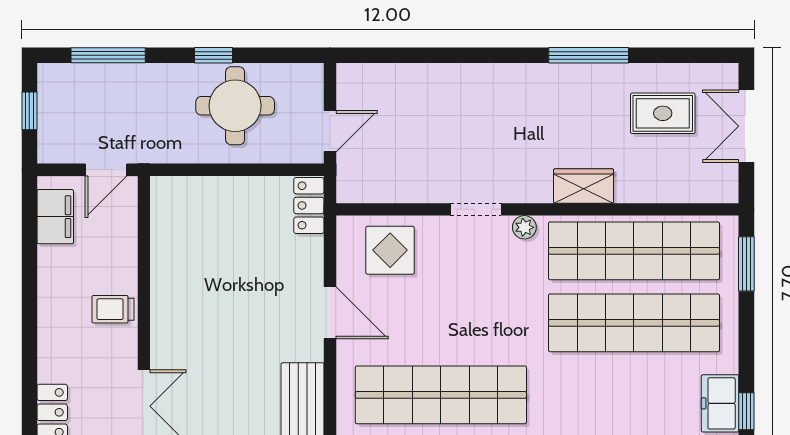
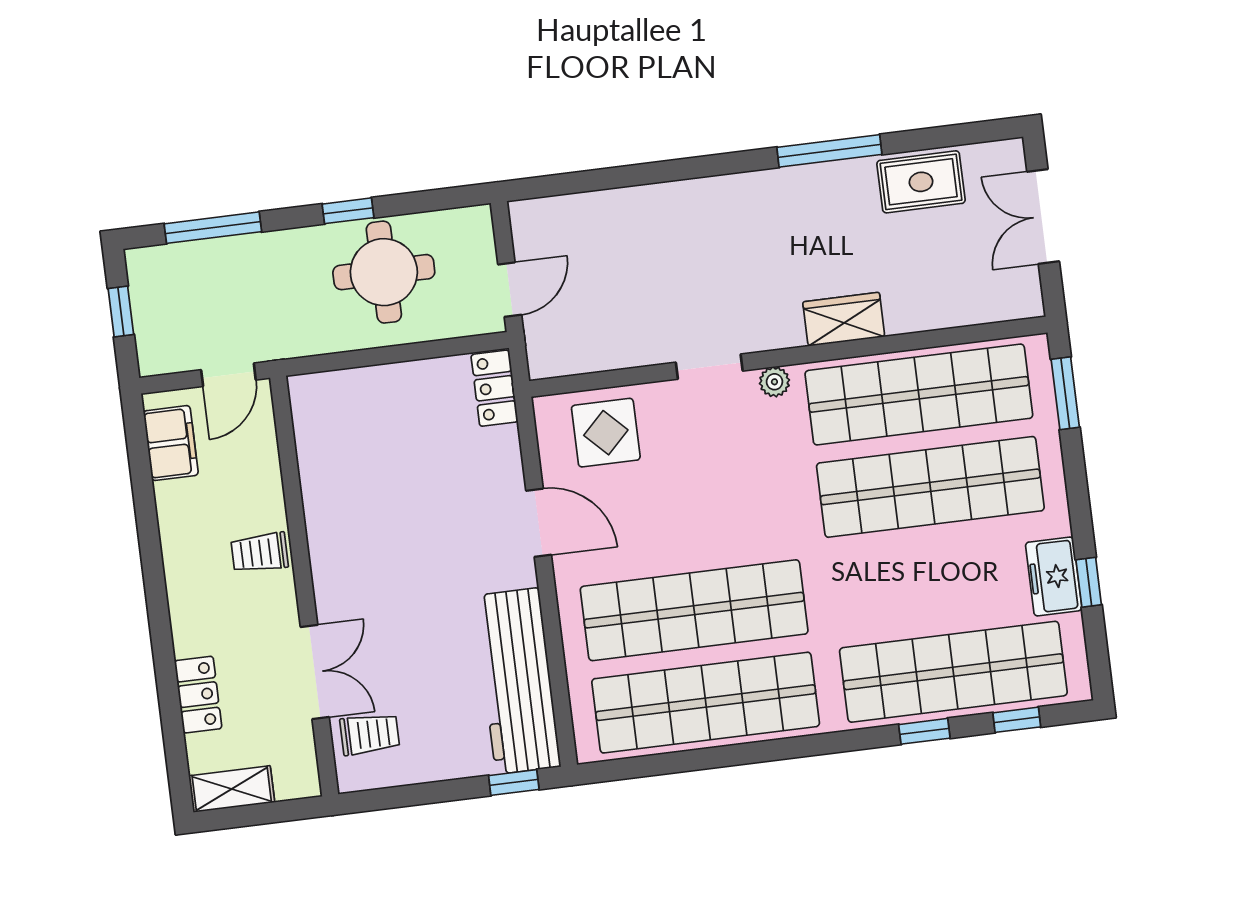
rug: (663, 113) -> (921, 182), moved

